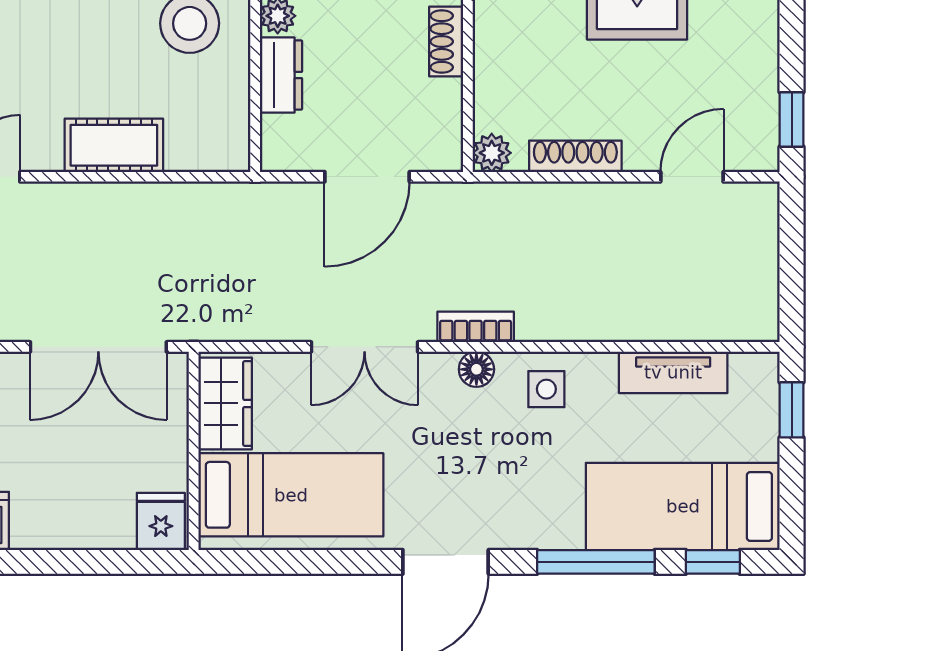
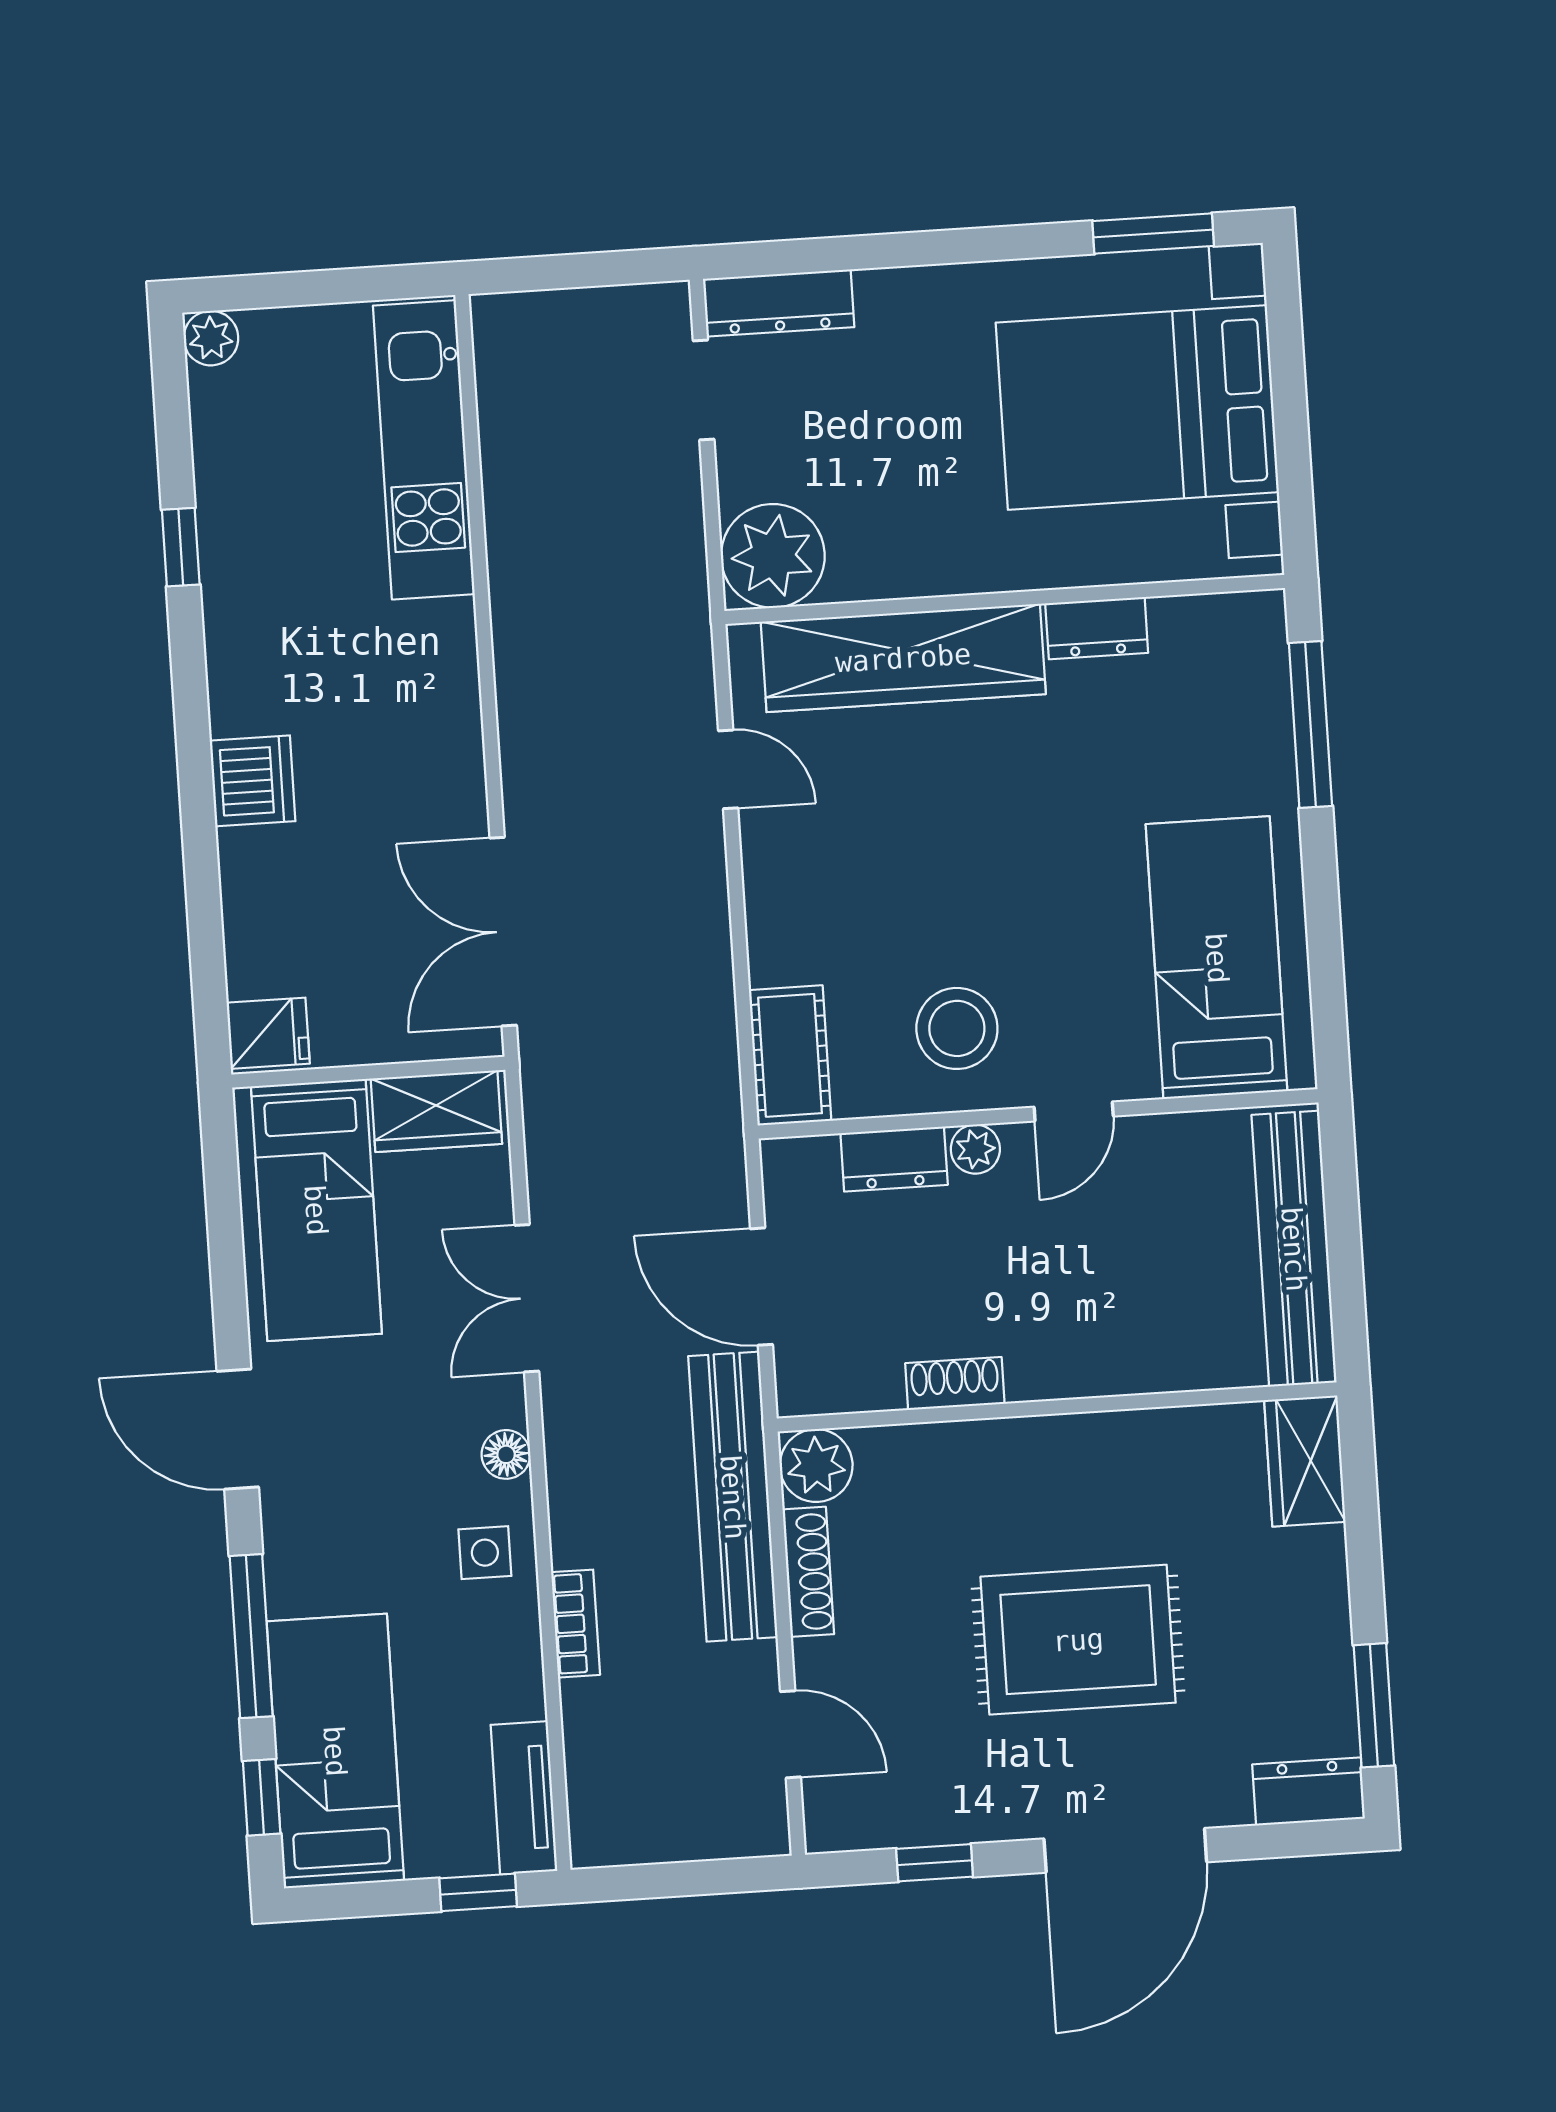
window: (792, 119) -> (935, 1863), moved
cot: (114, 145) -> (790, 1055), moved
plant: (492, 153) -> (816, 1466), width x1.38, depth x1.38
bench: (517, 207) -> (733, 1497), added
bookcase: (476, 327) -> (576, 1624), moved
tv unit: (673, 372) -> (524, 1798), moved

